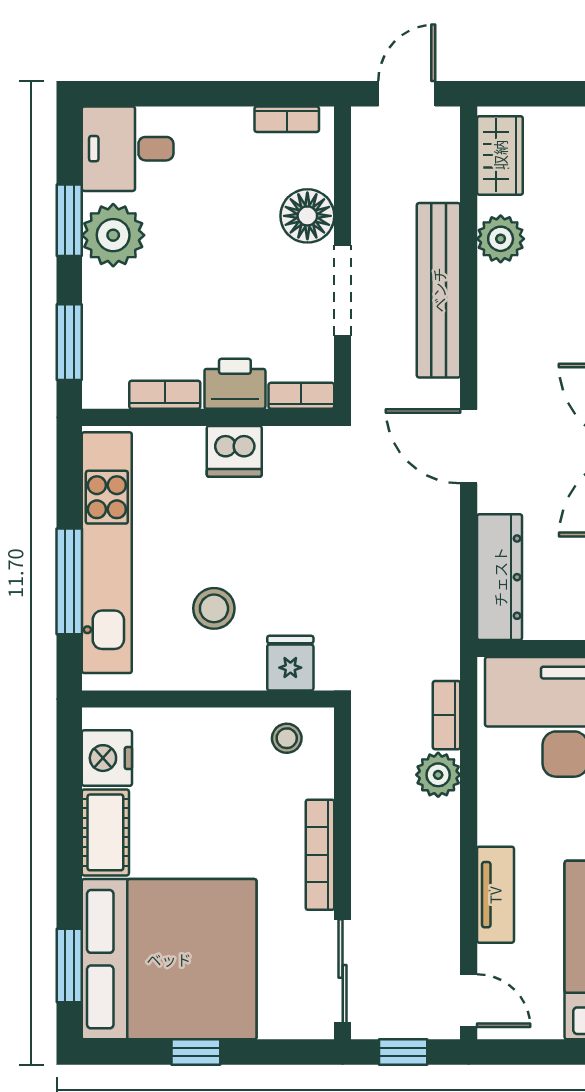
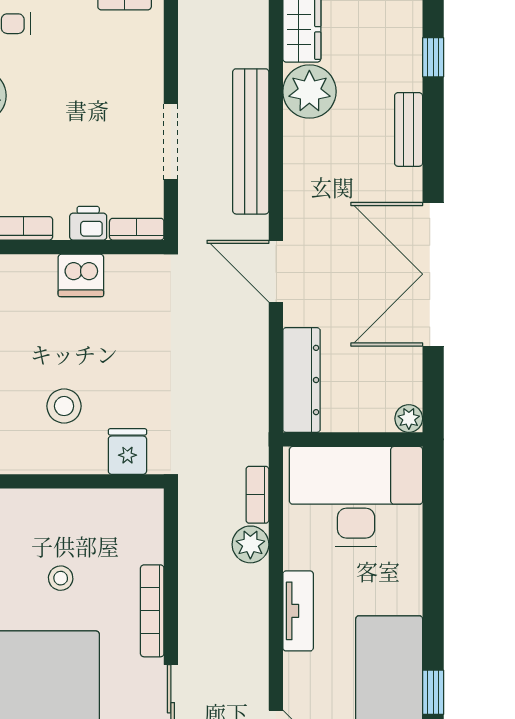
floor lamp: (307, 216) -> (142, 80), removed
plant: (501, 239) -> (309, 92), width x1.36, depth x1.36
printer: (235, 384) -> (88, 223), width x0.73, depth x0.81
stool: (287, 738) -> (61, 578), moved
tv unit: (495, 895) -> (298, 611), moved

